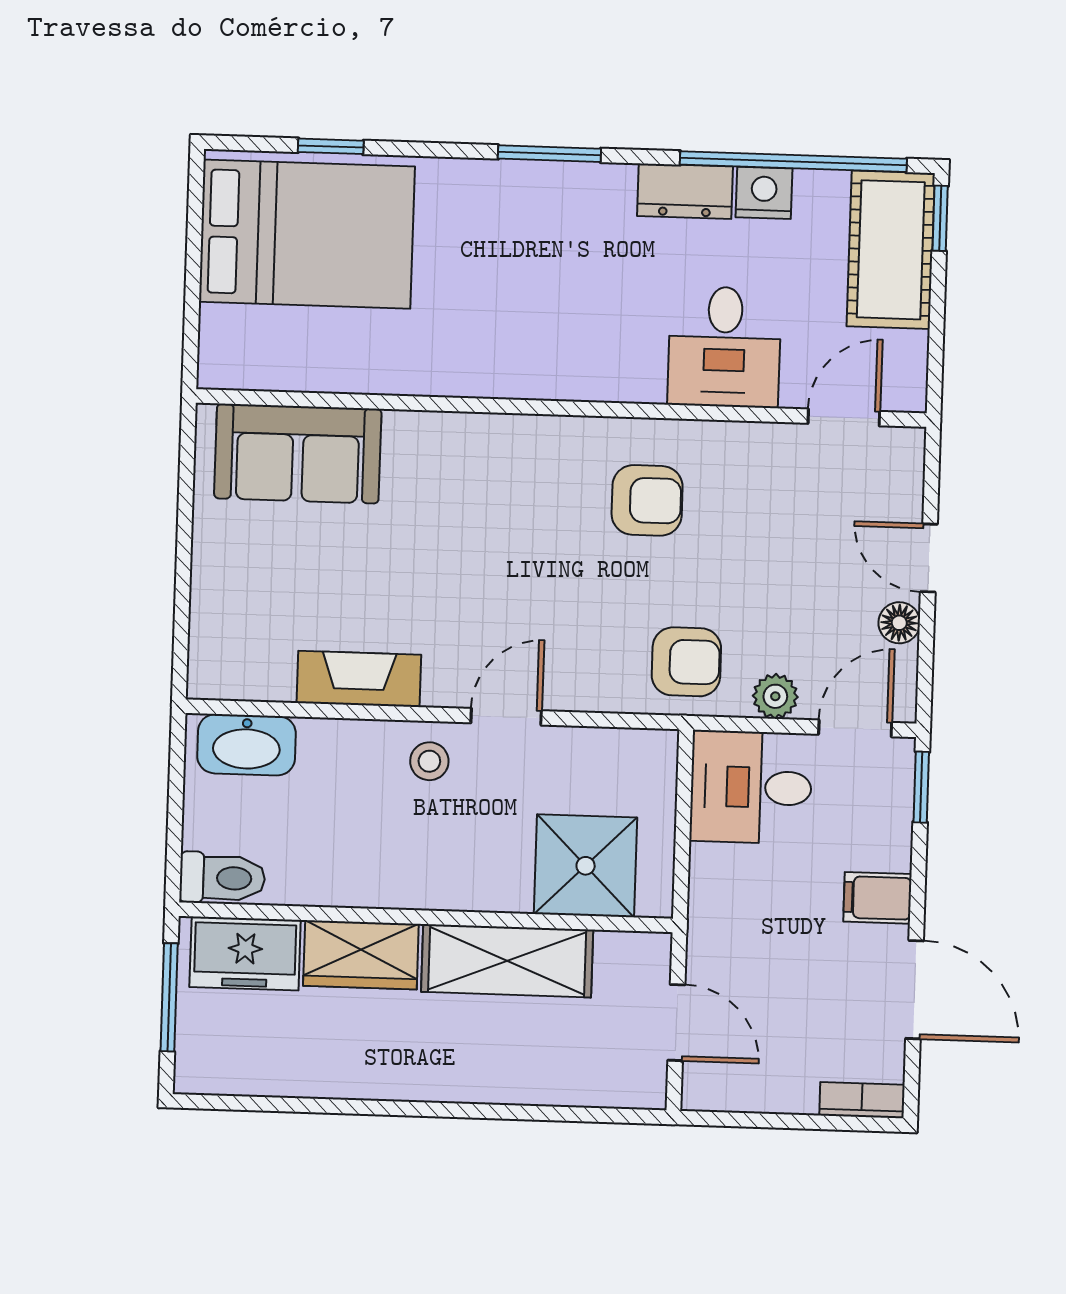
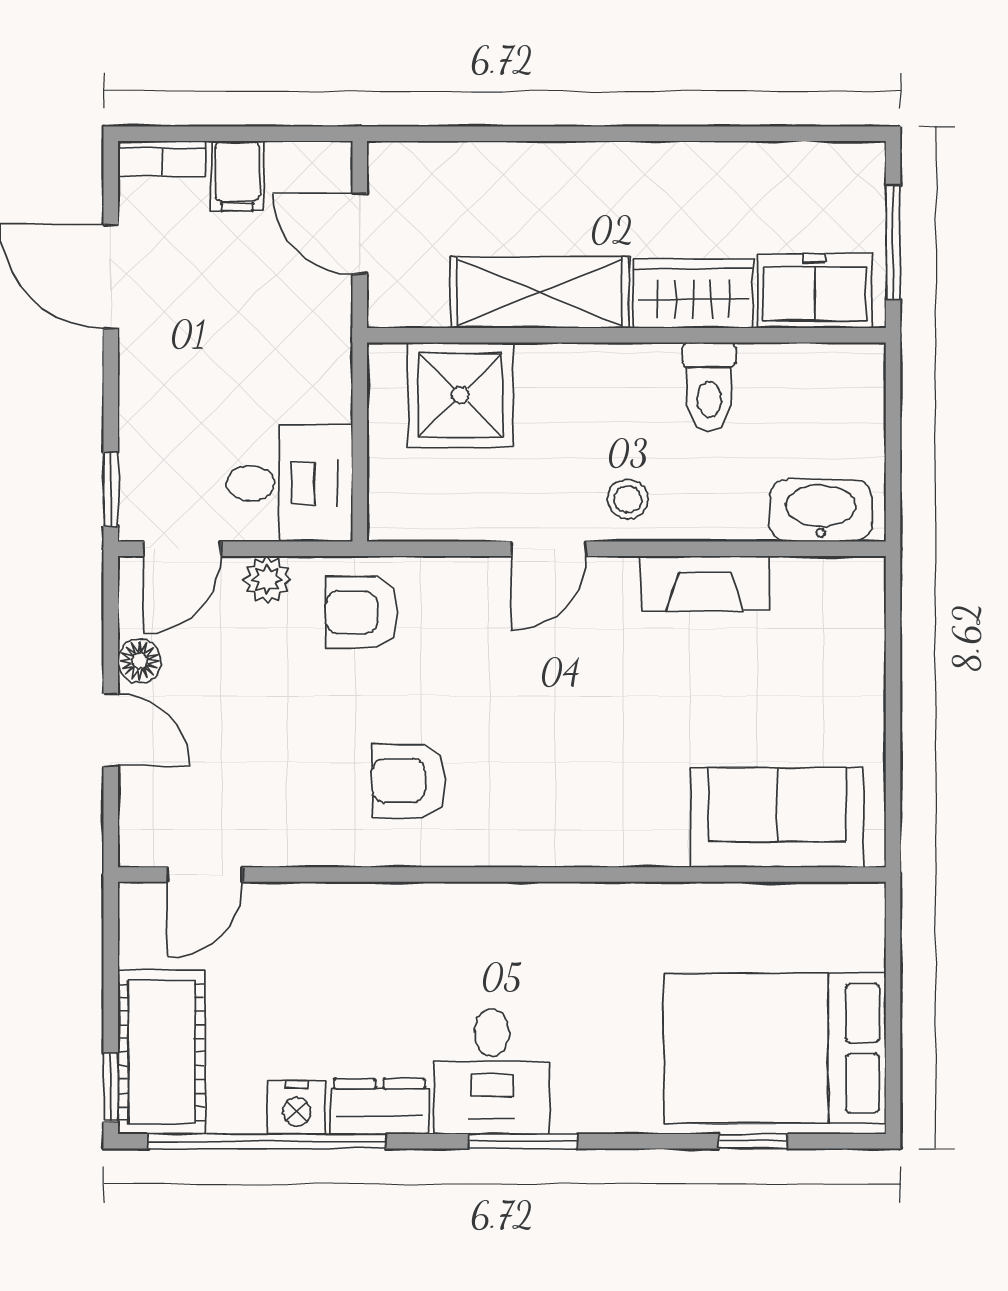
desk: (724, 347) -> (492, 1071), moved, turned 180
toilet: (222, 878) -> (709, 387), moved, turned -90
filing cabinet: (877, 898) -> (237, 176), moved, turned 90

